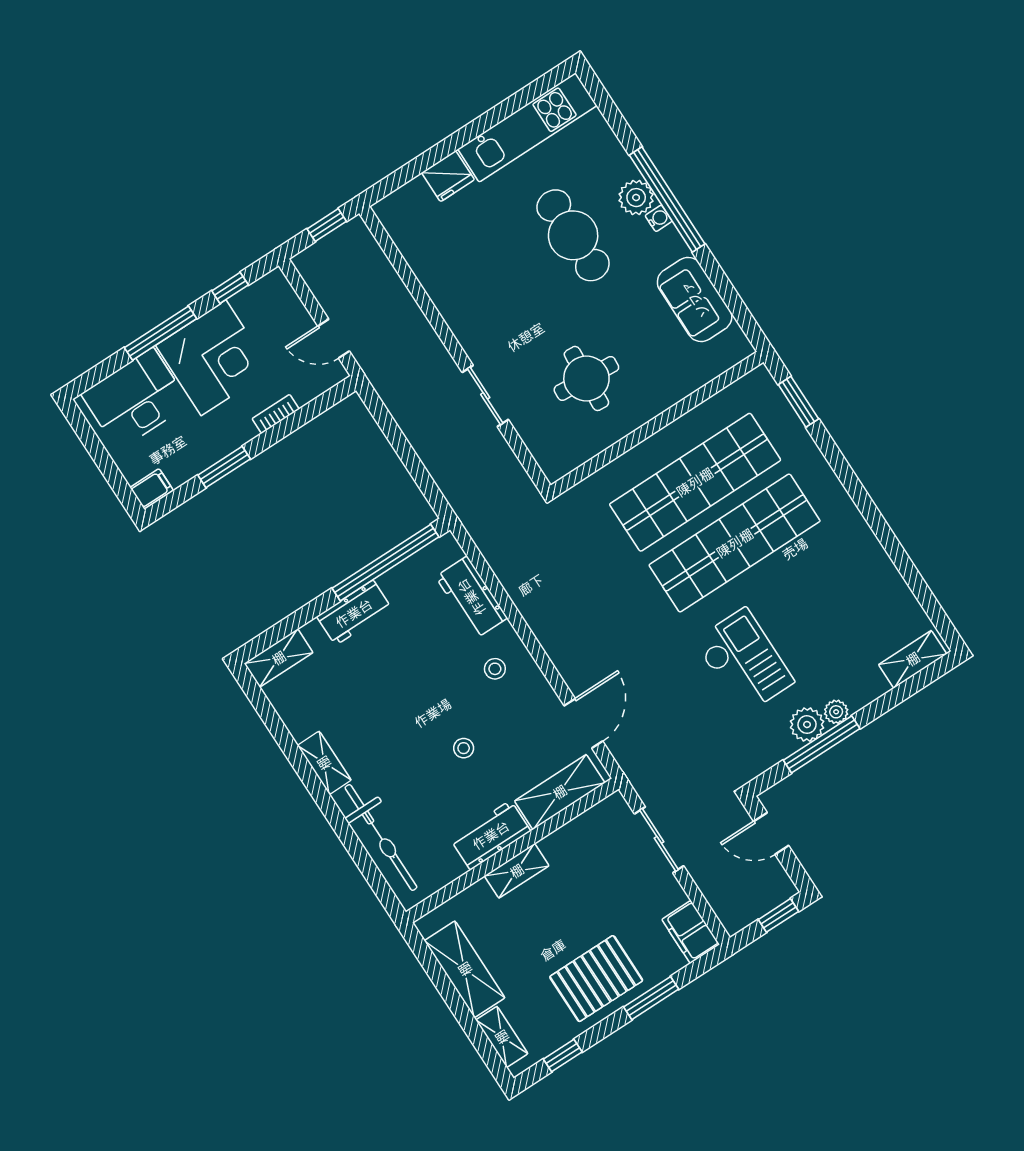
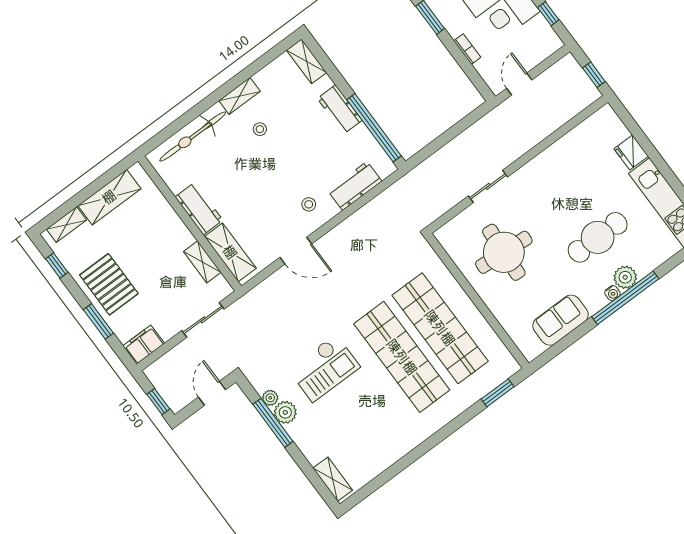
round table: (586, 378) -> (504, 252), width x1.36, depth x1.36
plant: (836, 712) -> (270, 398), moved
door: (583, 723) -> (296, 251), moved
stool: (464, 748) -> (260, 129), moved
shelving: (517, 871) -> (202, 262), moved

